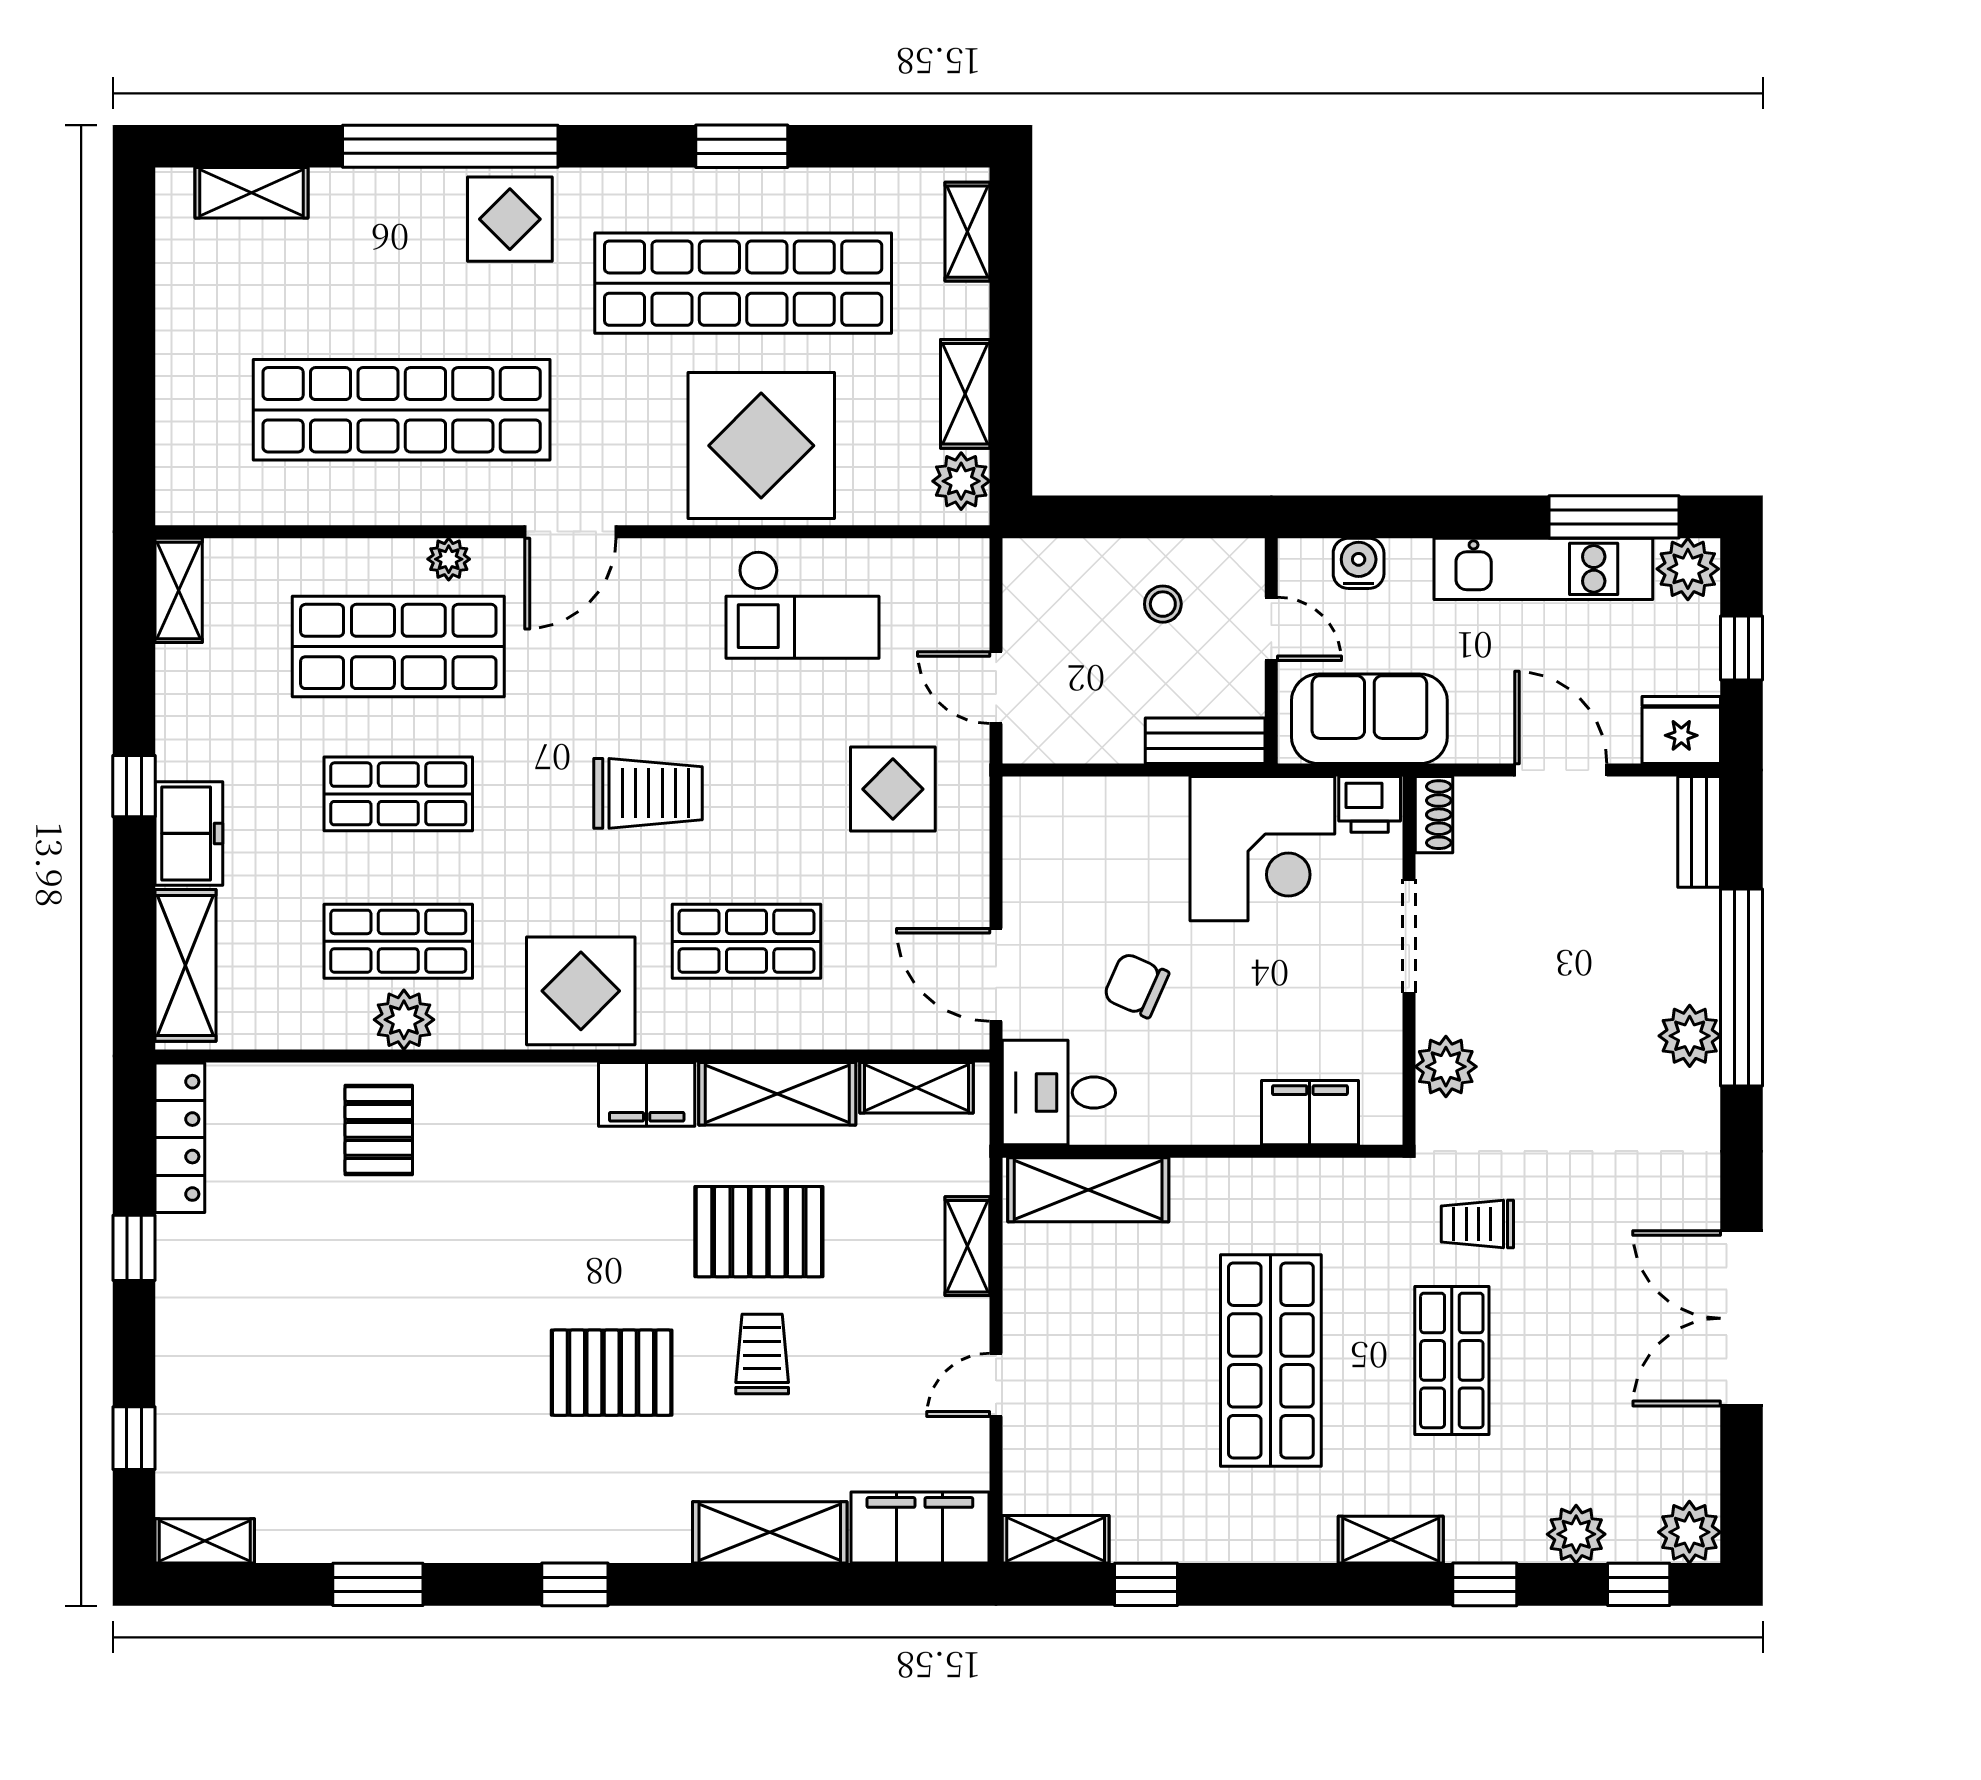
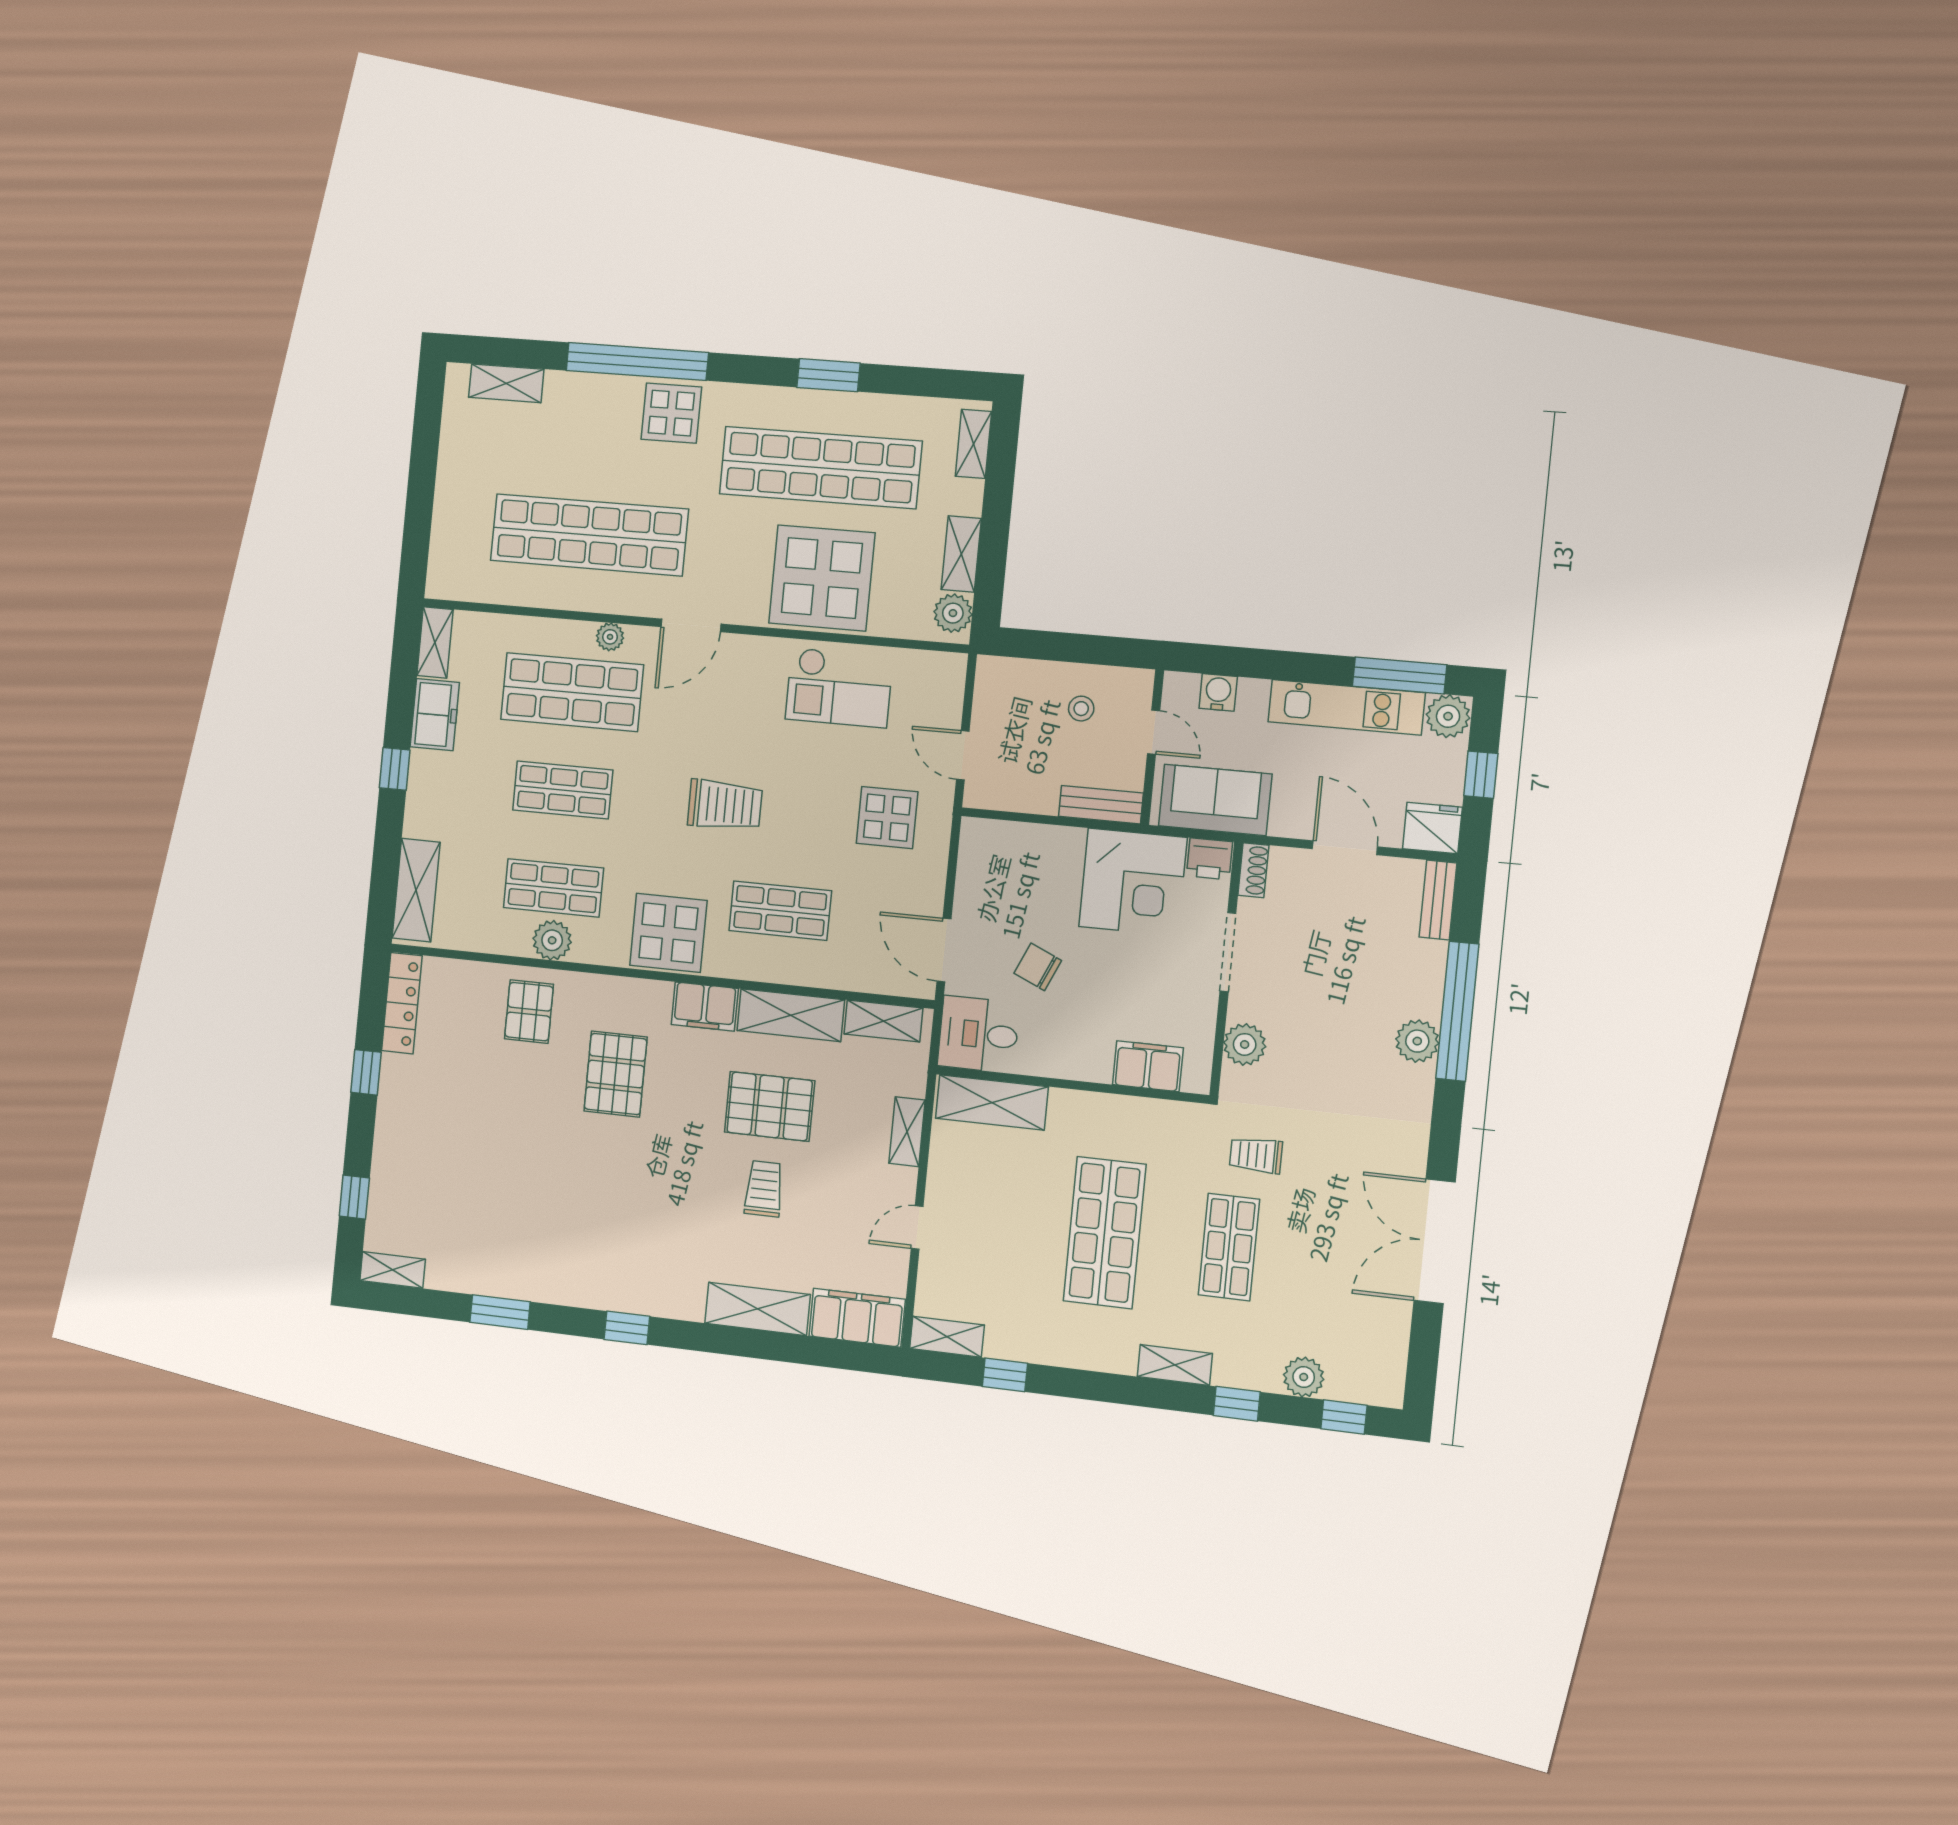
freezer: (189, 833) -> (435, 715), moved
pallet: (612, 1373) -> (616, 1074), moved, turned 90
plant: (1689, 1532) -> (1383, 1385), removed

